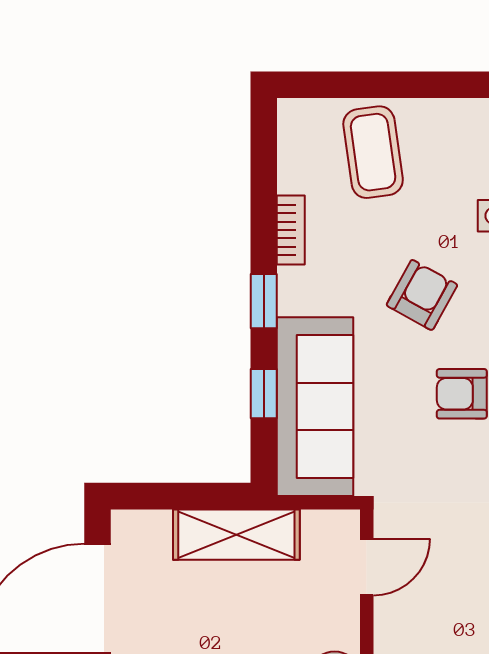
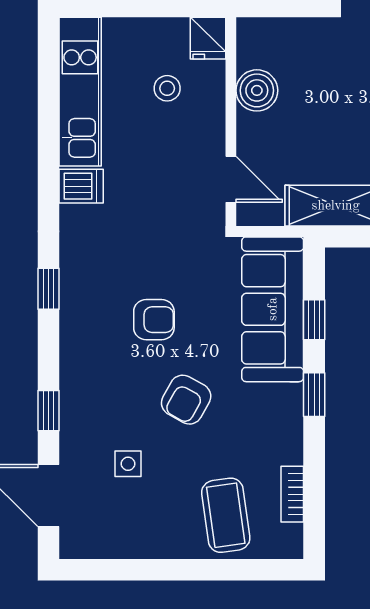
bookcase: (291, 230) -> (292, 494), moved
door: (367, 567) -> (231, 179), swing flipped

